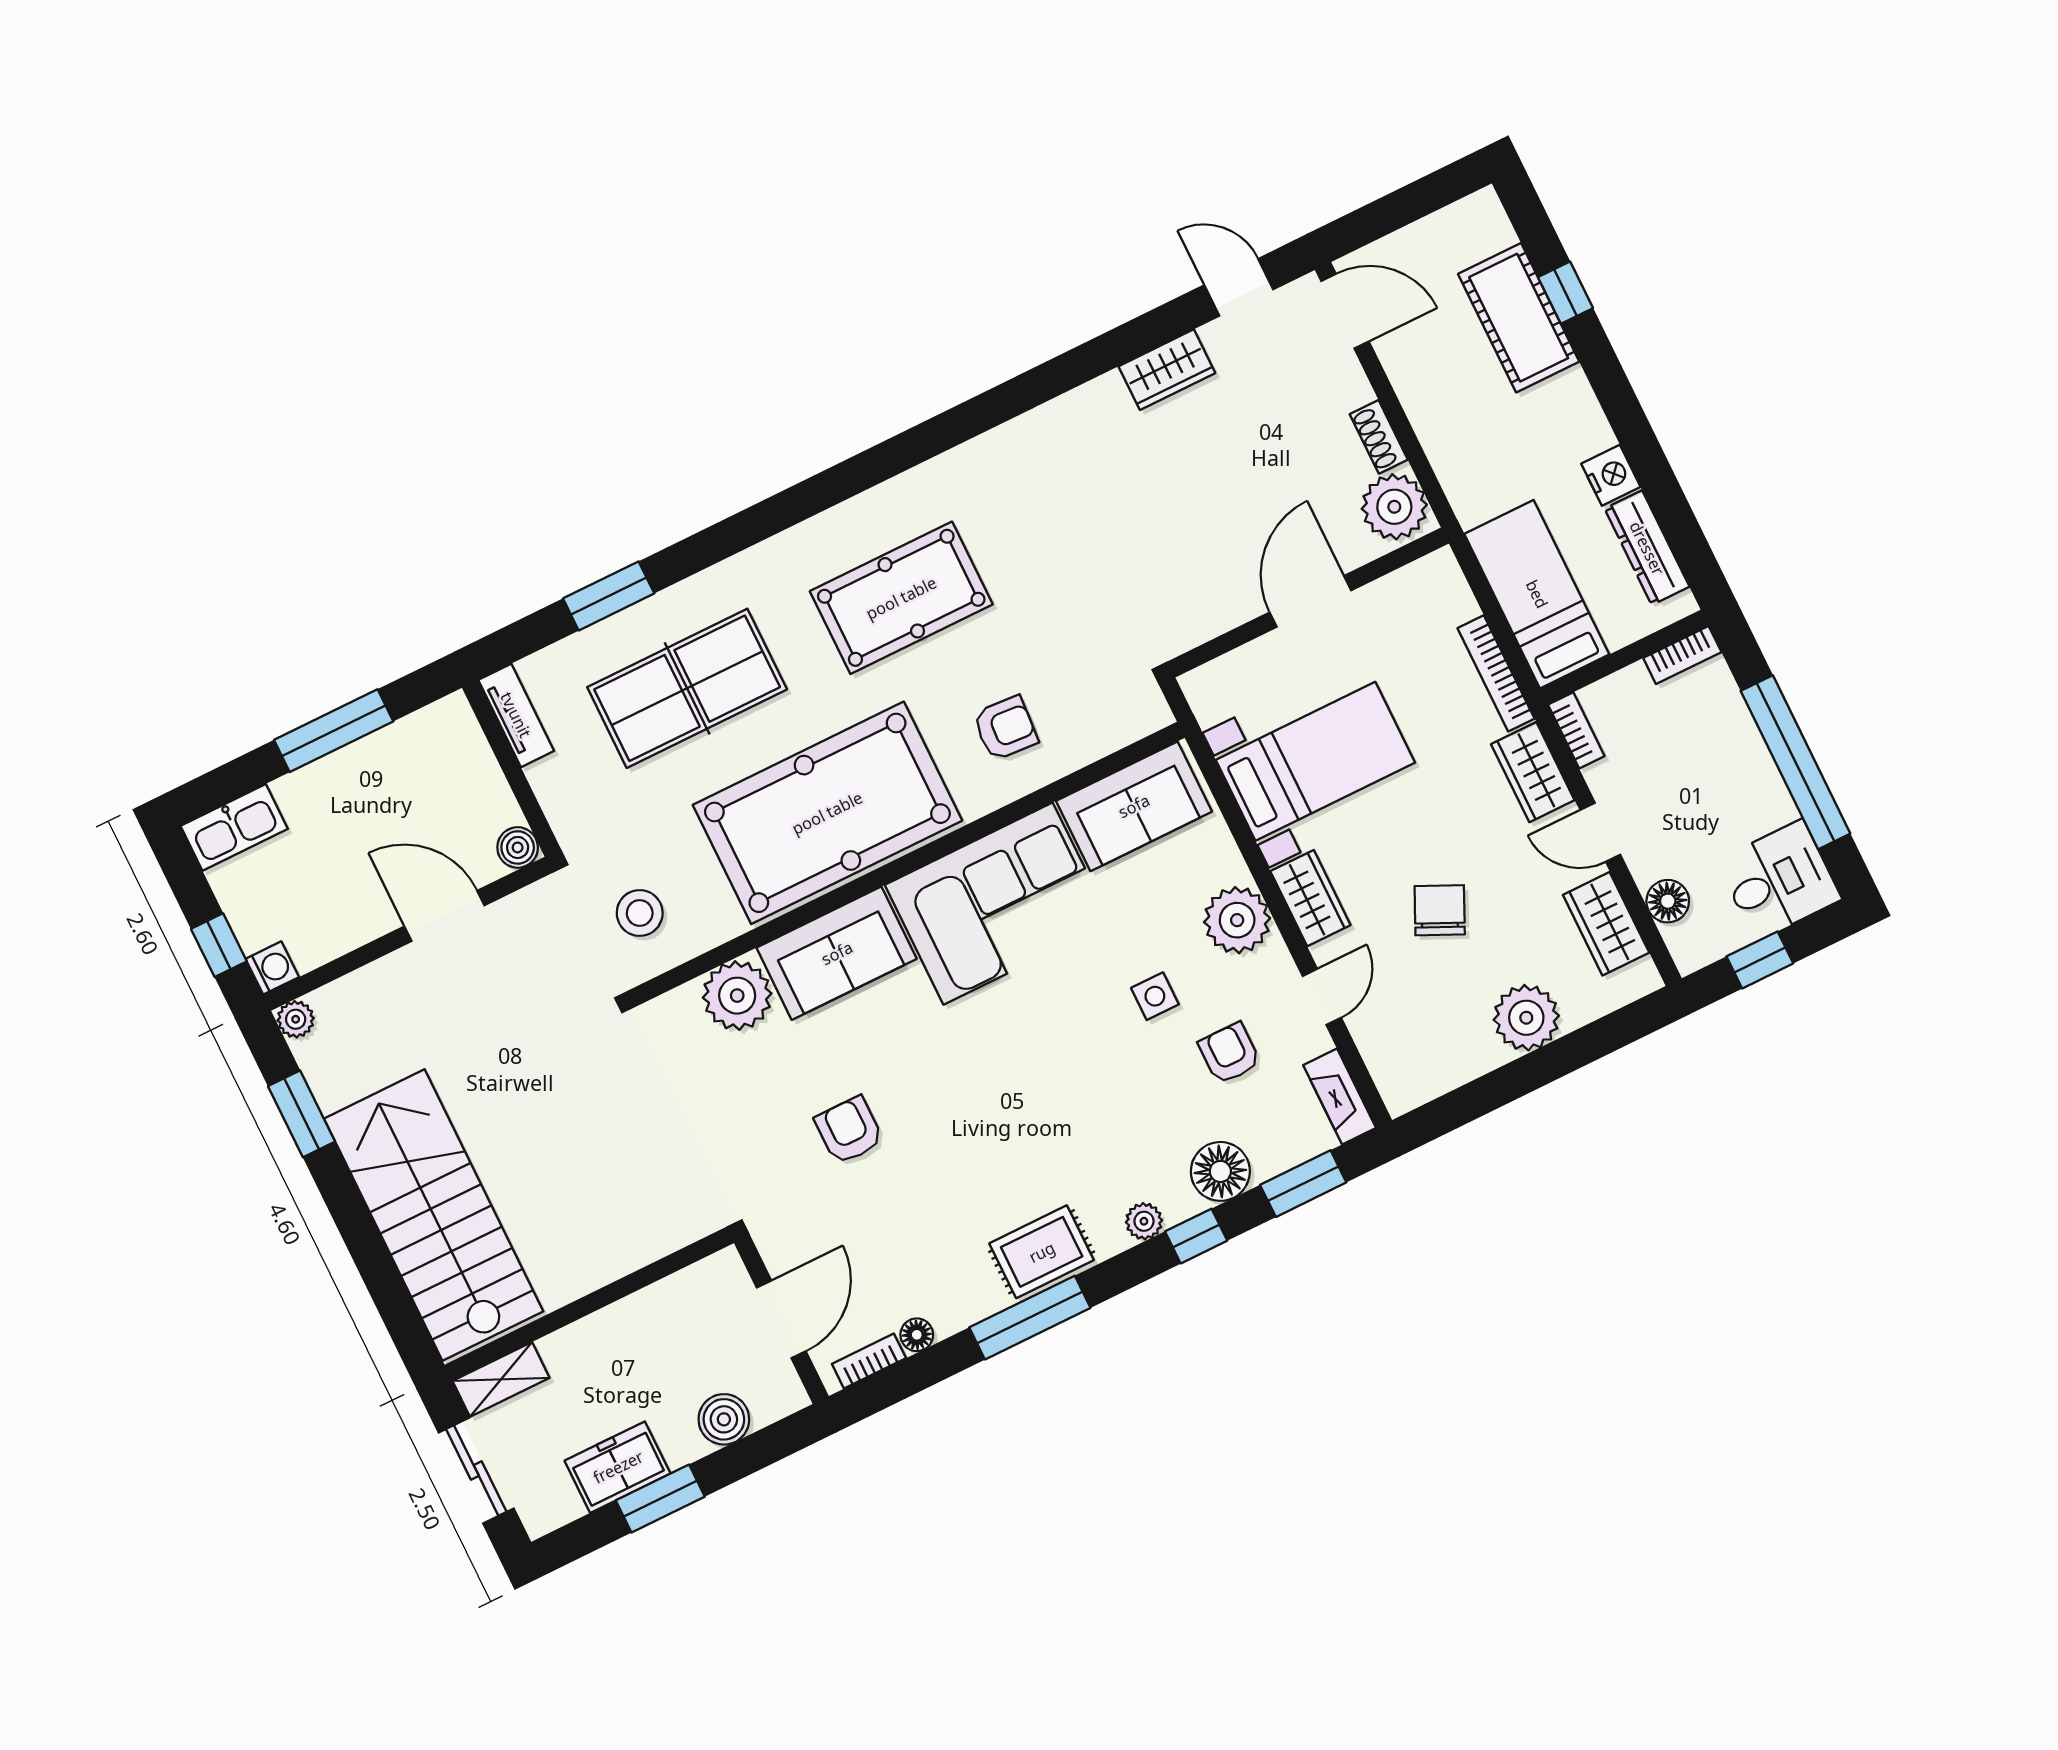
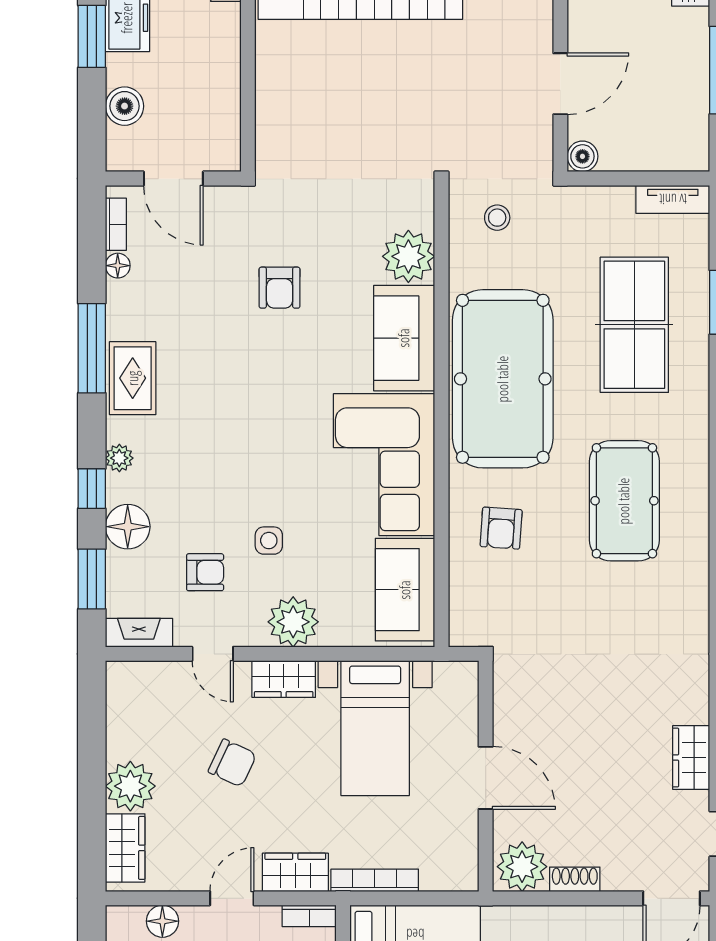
stool: (640, 913) -> (497, 218), width x0.73, depth x0.73
wardrobe: (1606, 924) -> (125, 848), moved, turned 90
armchair: (849, 1130) -> (280, 288), turned 90

